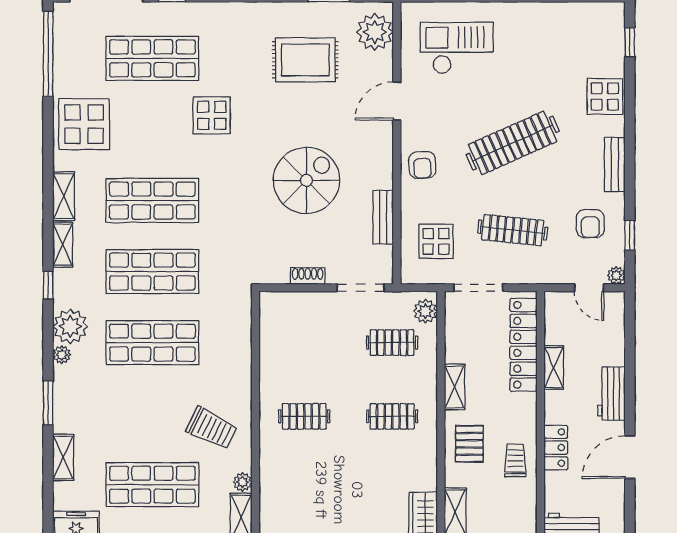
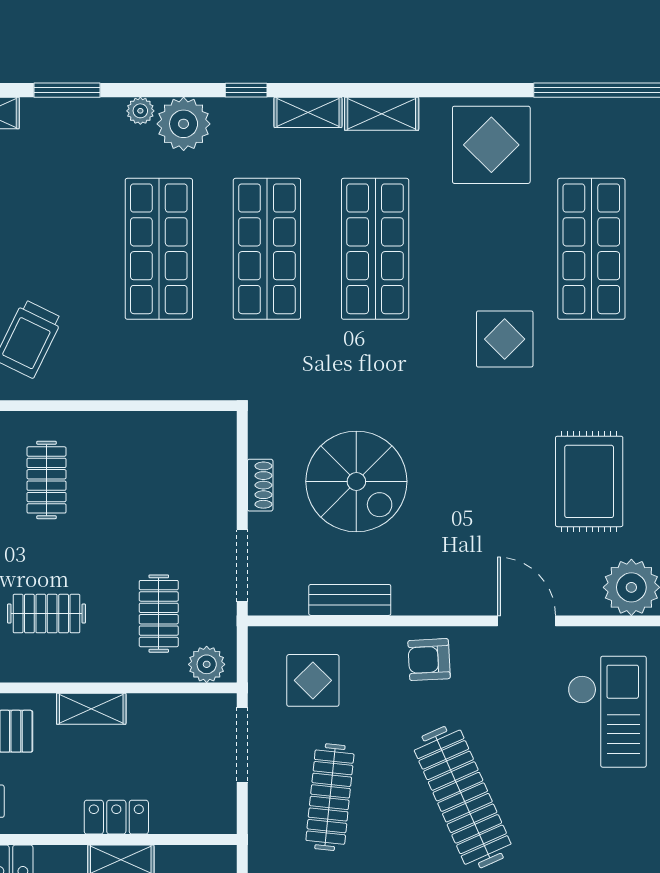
spiral stairs: (306, 180) -> (356, 481), moved
locker: (524, 345) -> (116, 817), width x0.46, depth x0.83
clothes rail: (392, 416) -> (46, 614), turned 90

